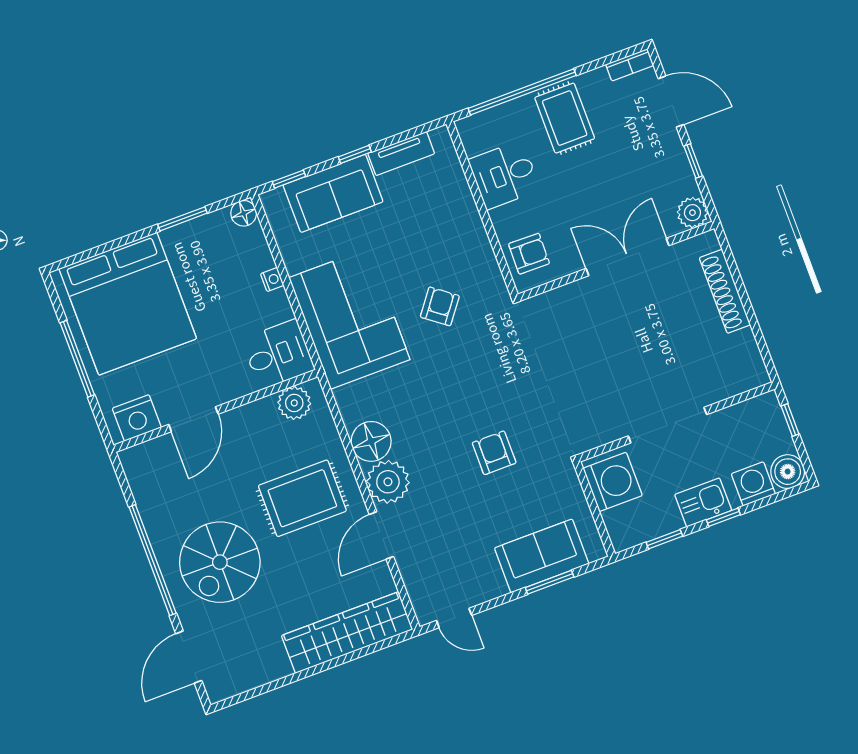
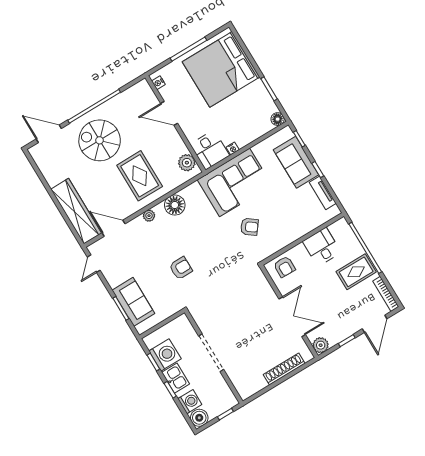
bookcase: (630, 65) -> (386, 294), width x1.56
nightstand: (272, 279) -> (233, 149), moved
nightstand: (137, 418) -> (158, 83), width x0.53, depth x0.56
plant: (388, 482) -> (149, 216), width x0.53, depth x0.53
washing machine: (613, 482) -> (165, 355), moved, turned -90
door: (381, 535) -> (114, 228), moved

